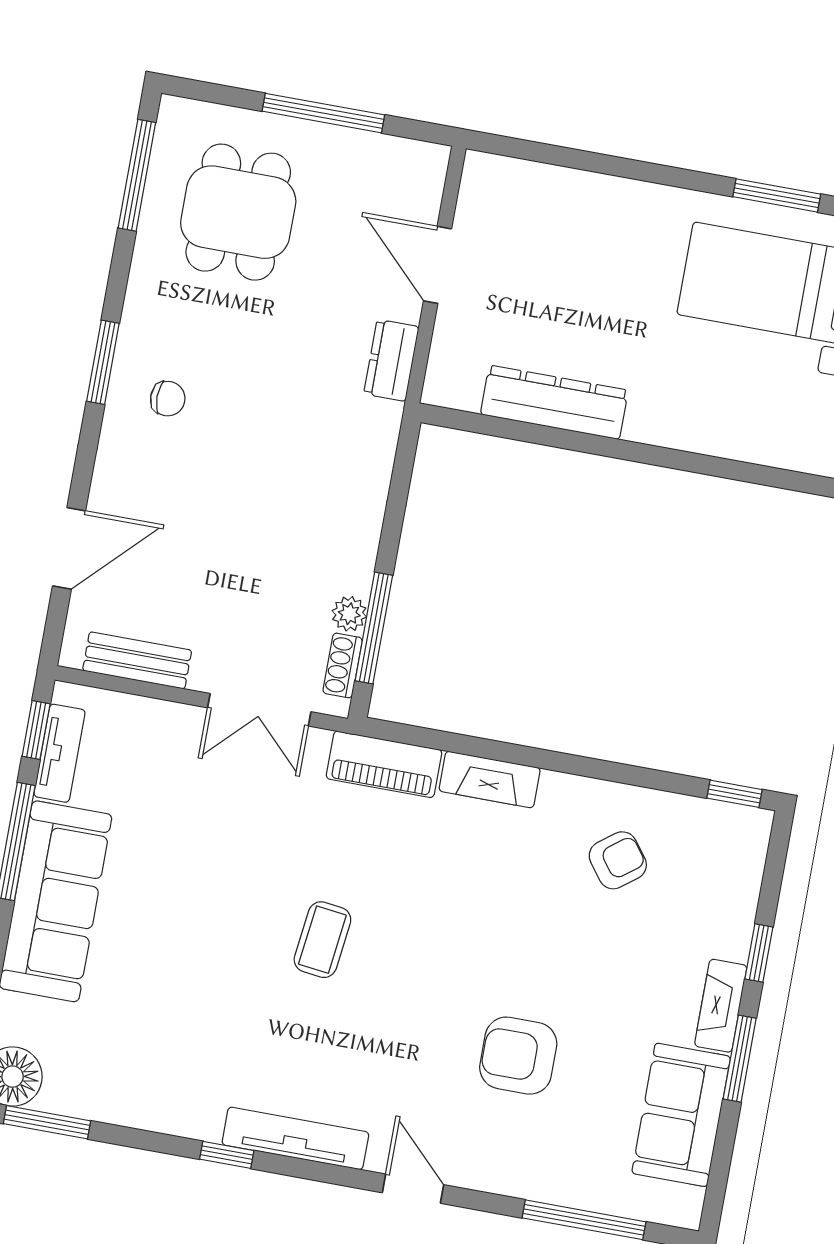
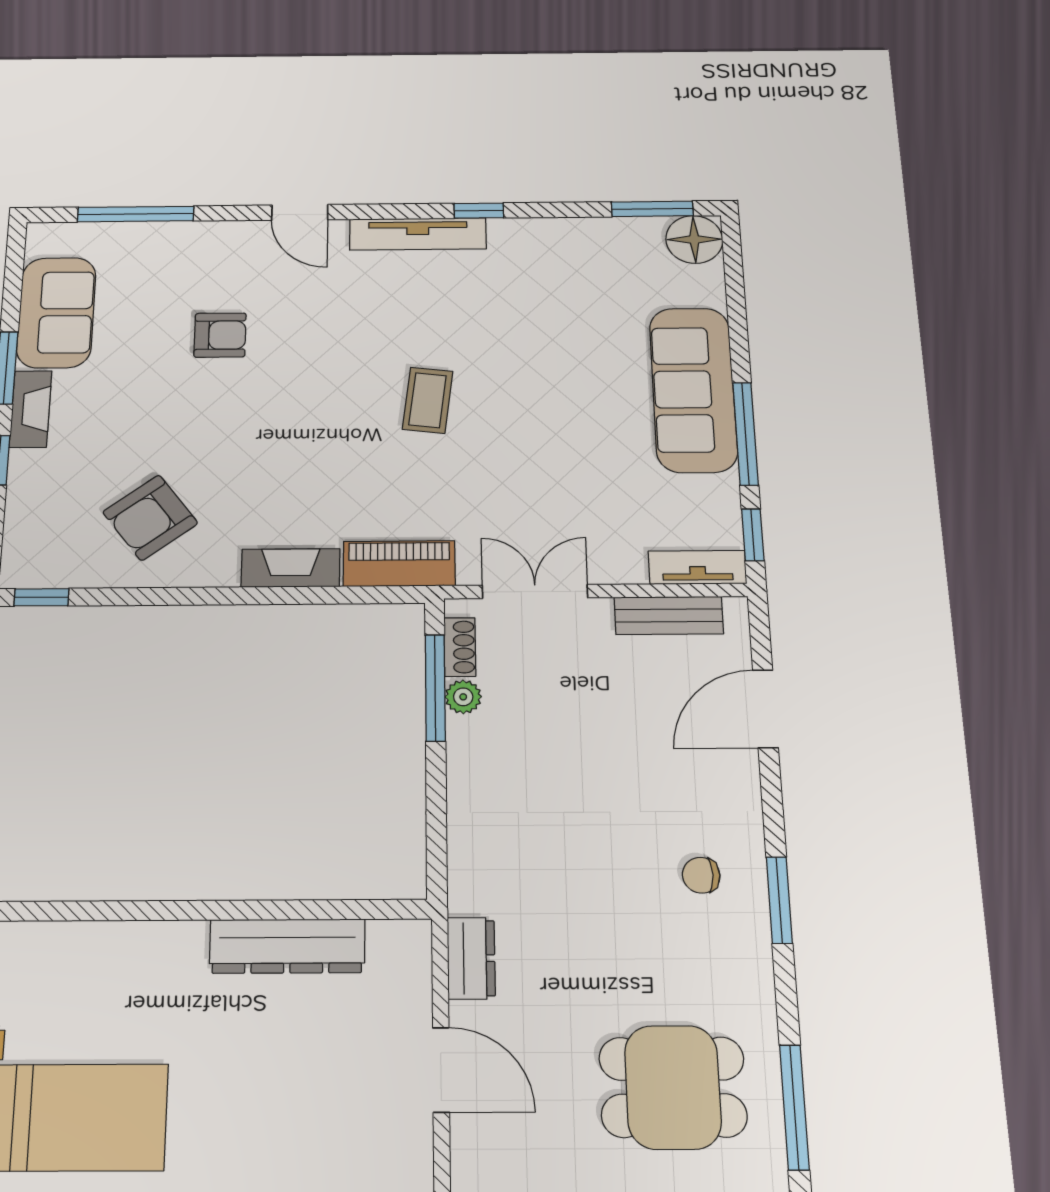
dining table: (238, 212) -> (673, 1087), turned 90
tv unit: (59, 753) -> (697, 567), moved, turned 90
armchair: (618, 860) -> (150, 518), width x1.38, depth x1.38
armchair: (518, 1056) -> (220, 335), width x0.72, depth x0.72

